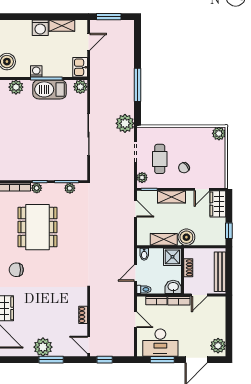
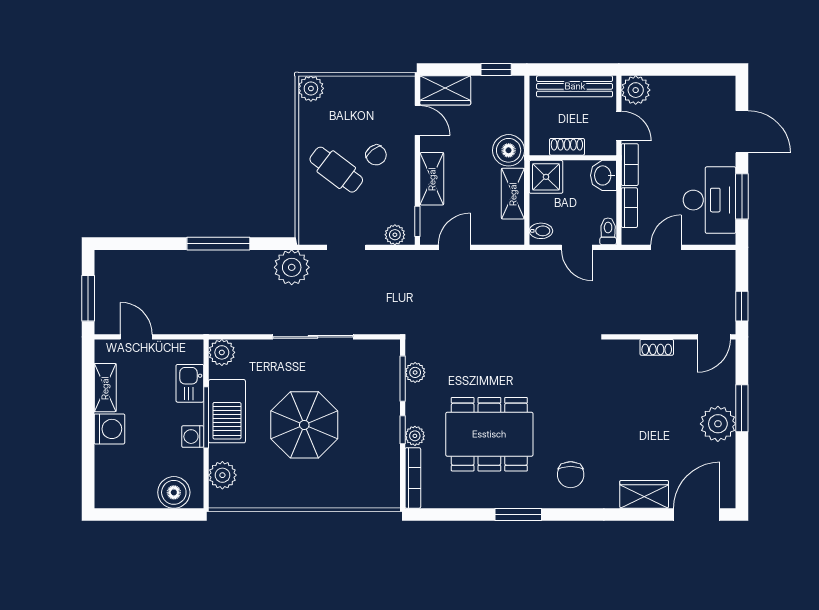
kitchen sink: (80, 67) -> (190, 383), moved, turned 90
parasol: (42, 130) -> (304, 425), added
cafe table: (160, 159) -> (336, 170), moved, turned 37
plant: (218, 346) -> (636, 90), moved

